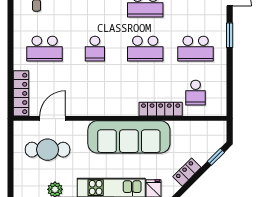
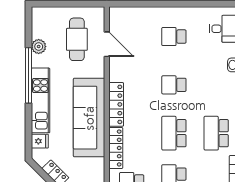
school desk: (45, 49) -> (174, 37), width x0.54
locker: (21, 93) -> (116, 104), moved, turned -90

